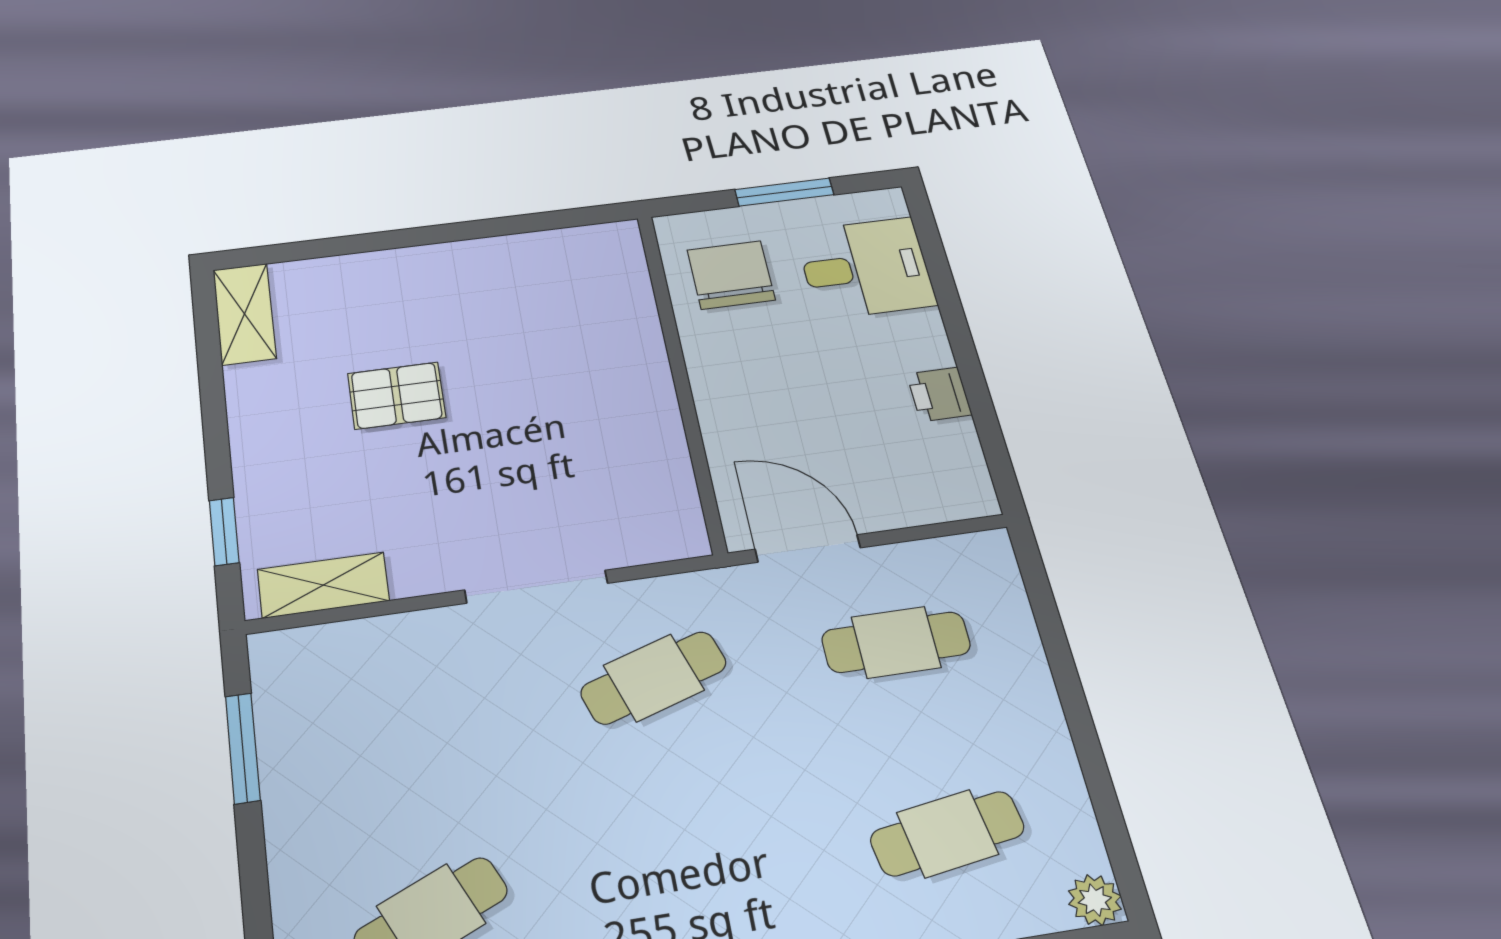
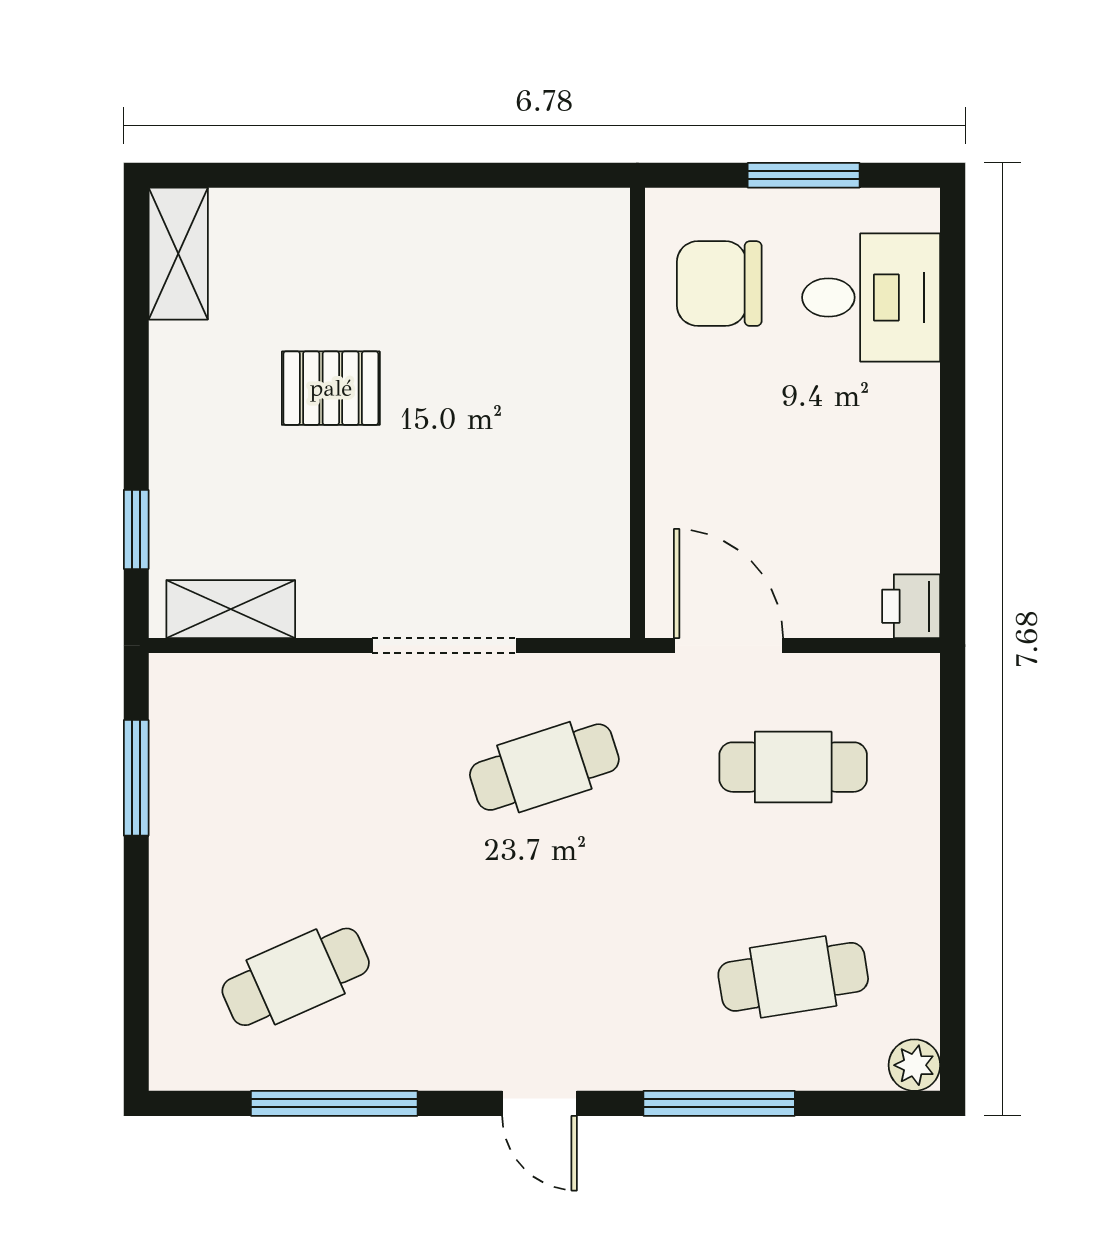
chair: (731, 275) -> (719, 284), turned -90
printer: (939, 394) -> (911, 606), moved

